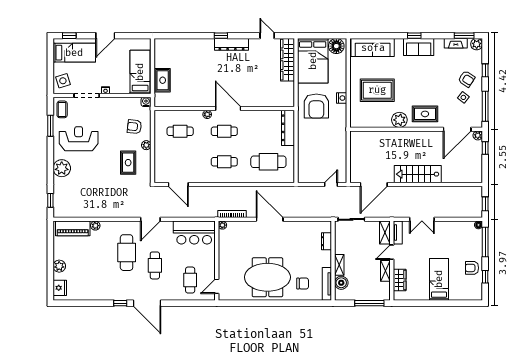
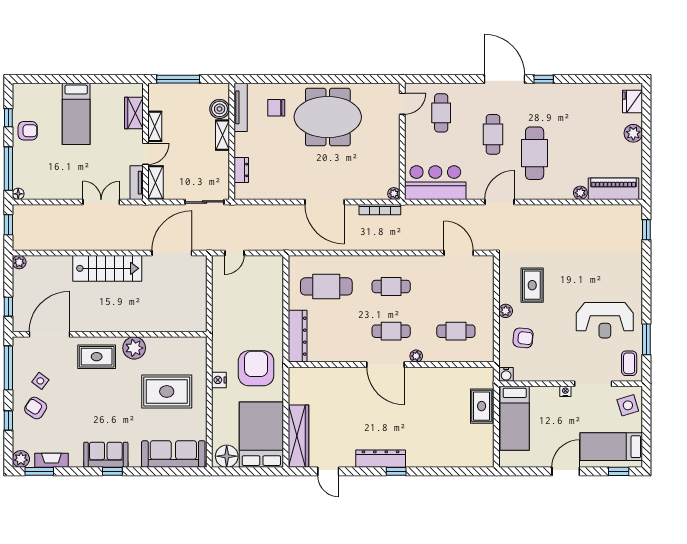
plant: (478, 135) -> (19, 262), moved
plant: (62, 168) -> (630, 277), removed

